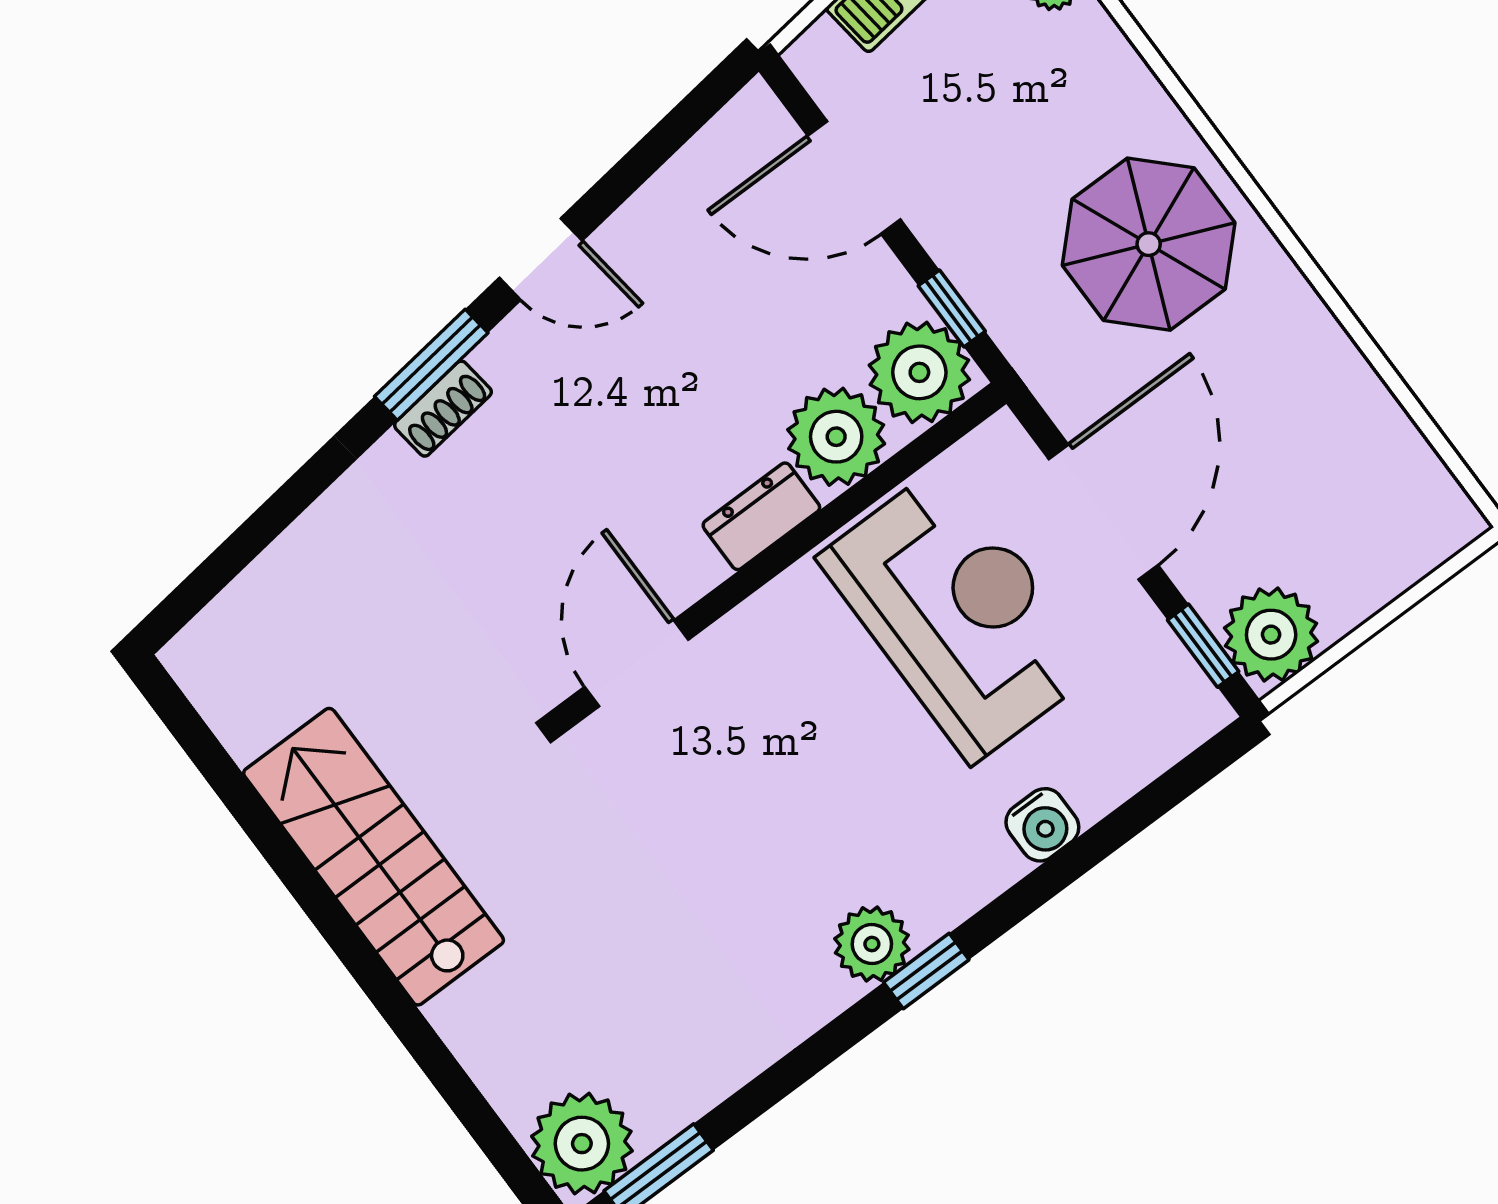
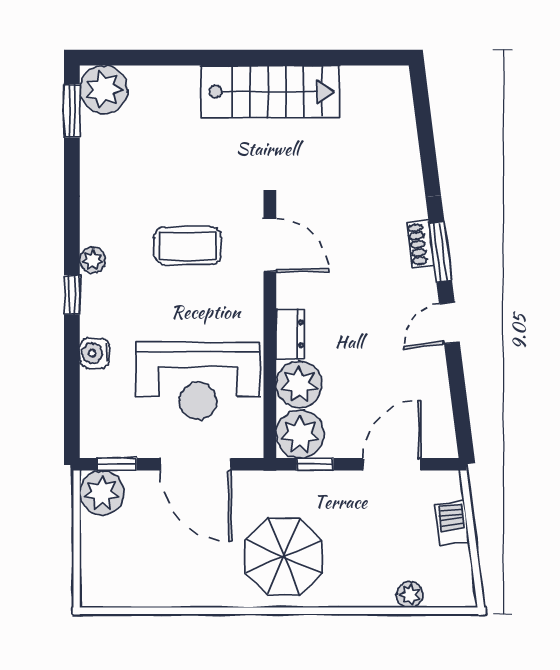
coffee table: (742, 802) -> (188, 246), added
plant: (872, 944) -> (93, 260), width x0.73, depth x0.73
window: (926, 971) -> (72, 295), moved

